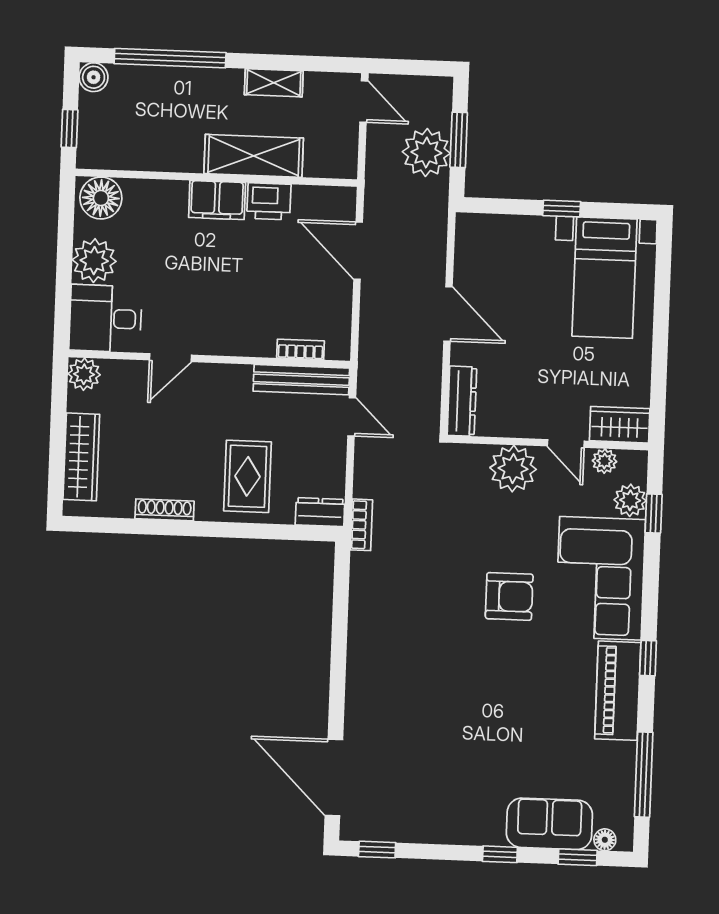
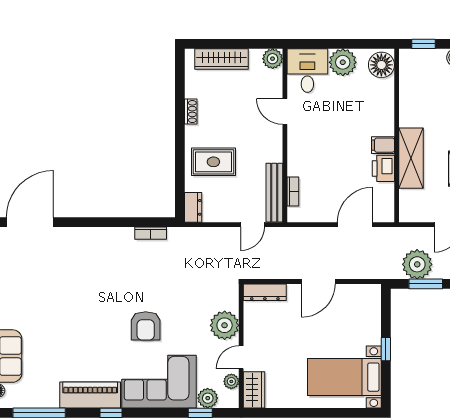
filing cabinet: (217, 200) -> (383, 145), width x0.50
shoe rack: (165, 510) -> (191, 112), width x0.70
bookcase: (361, 525) -> (151, 233), moved

